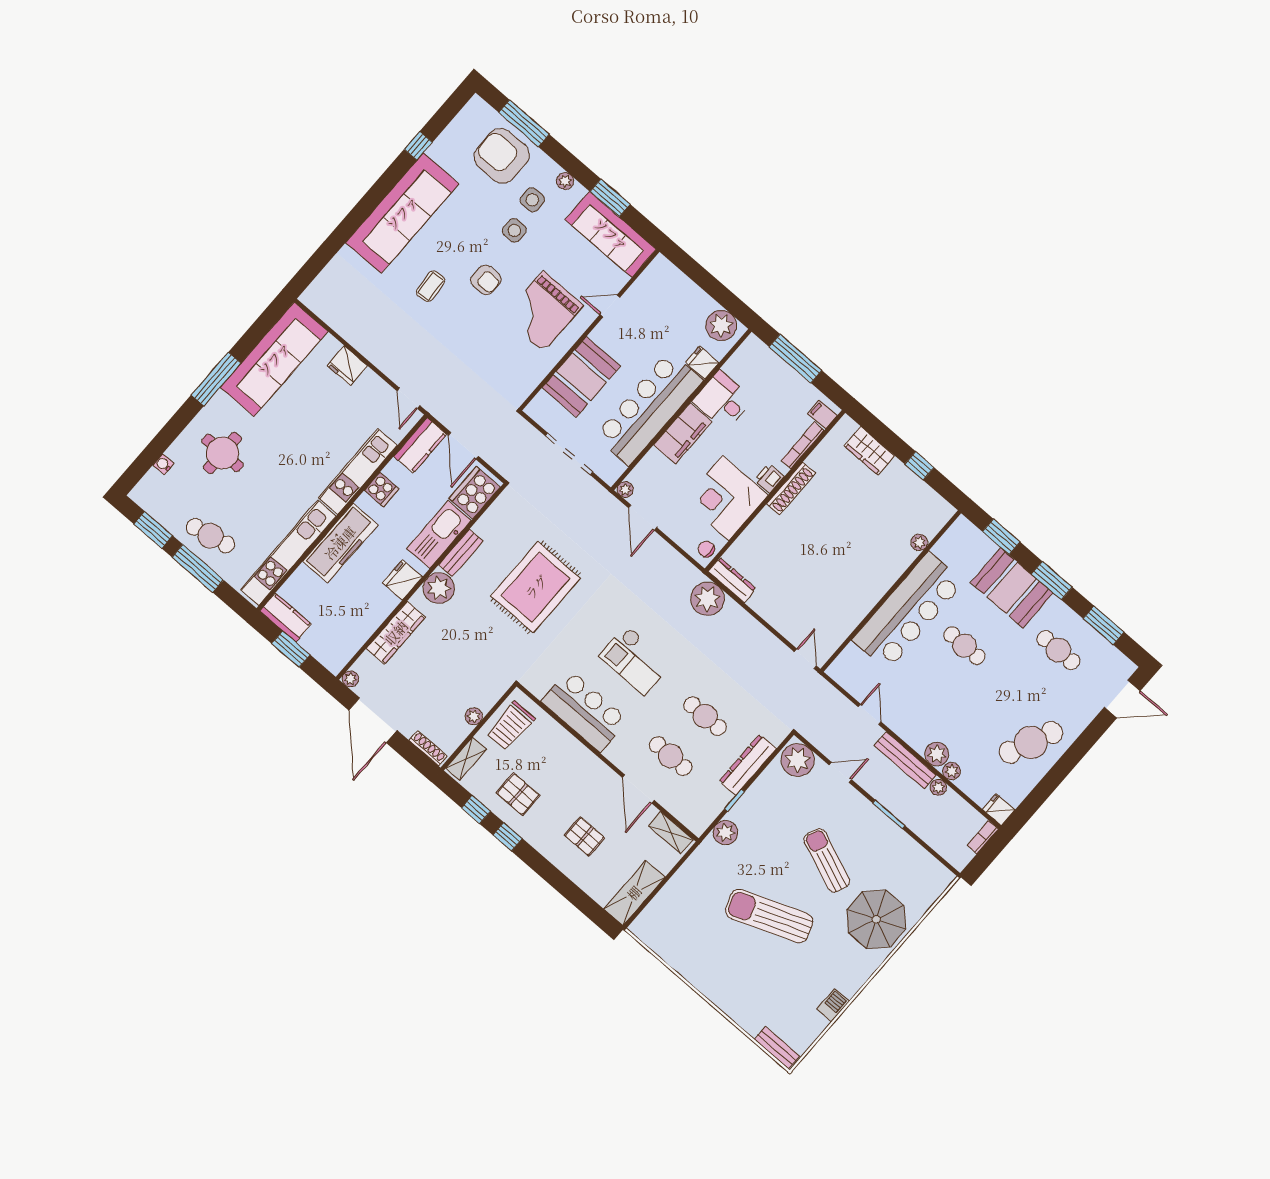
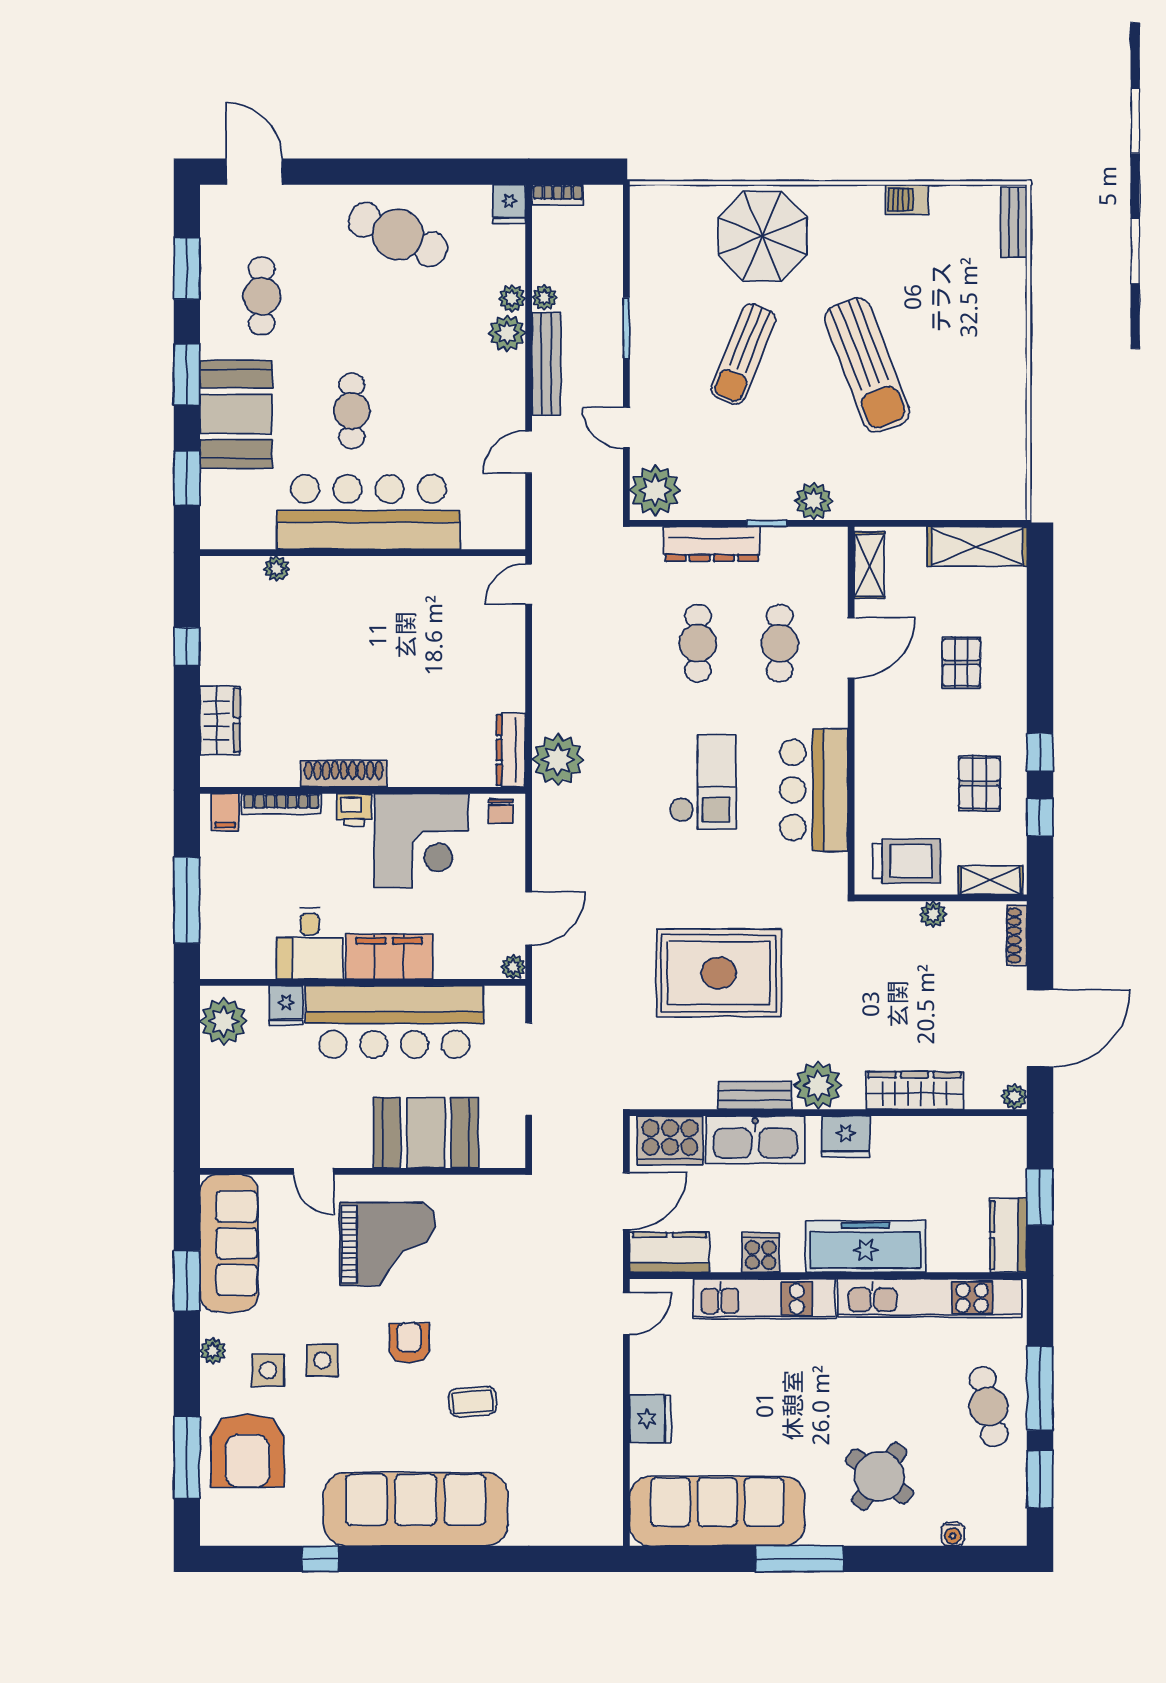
round table: (222, 453) -> (879, 1476), turned 36

